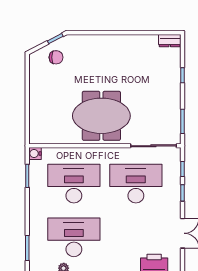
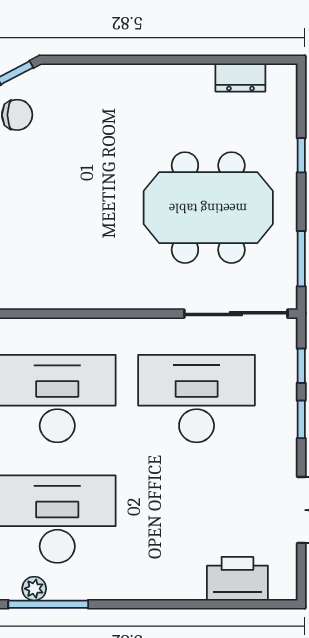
dresser: (170, 41) -> (240, 77), moved
meeting table: (101, 116) -> (208, 208), moved

